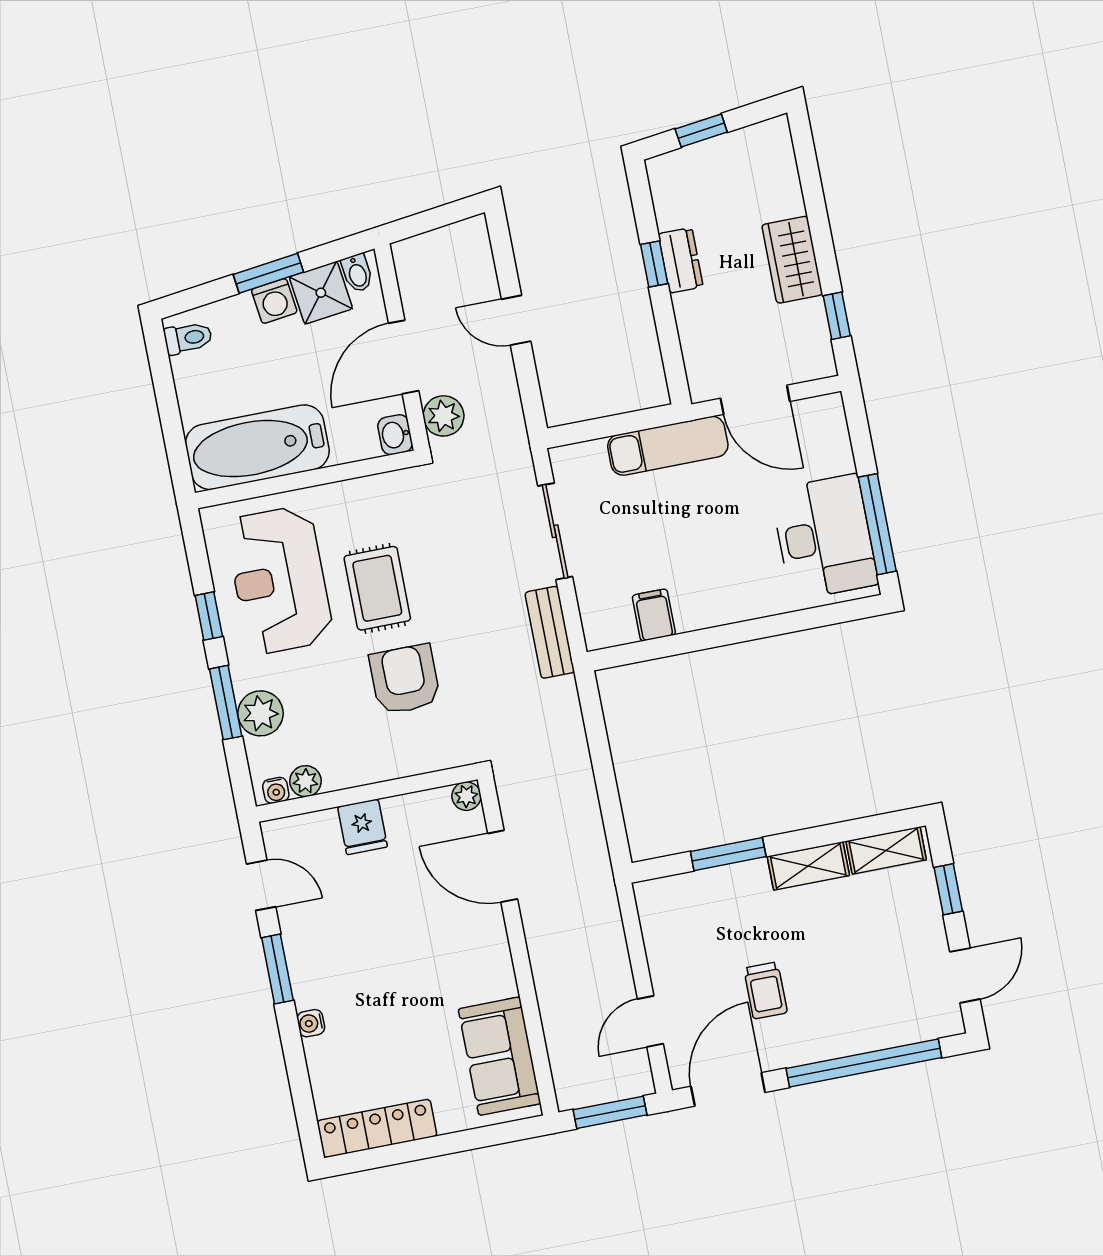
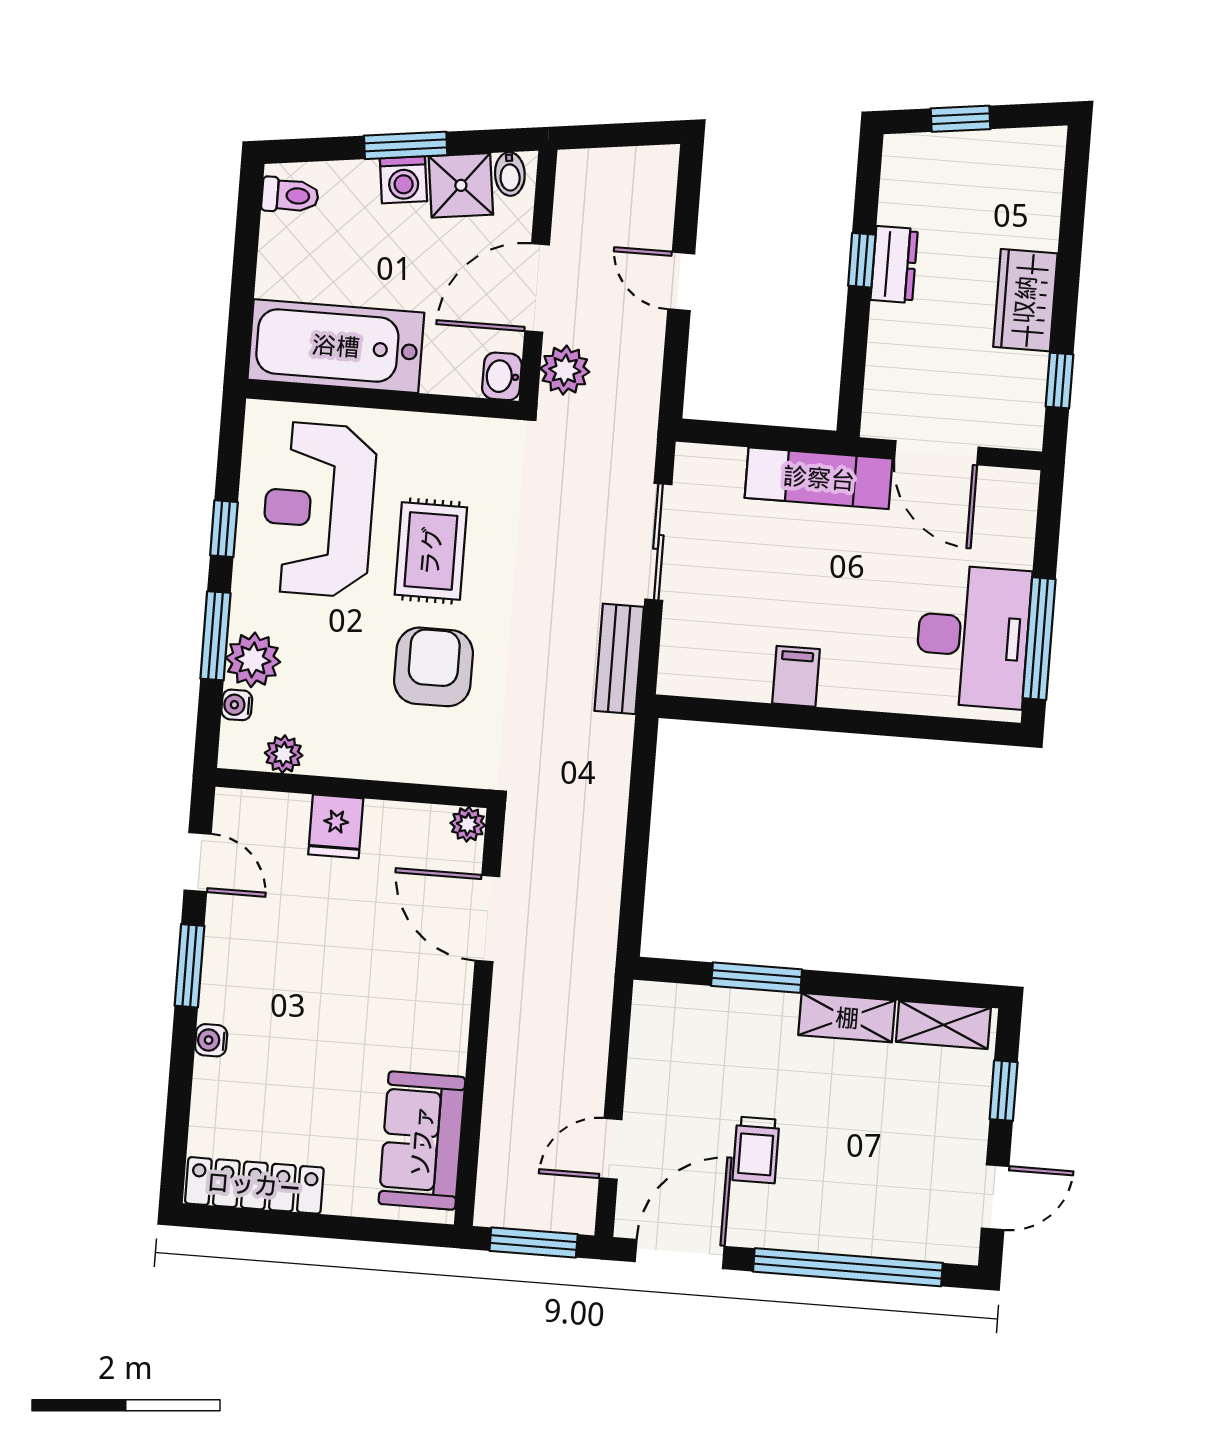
filing cabinet: (654, 615) -> (796, 676), moved
water cooler: (276, 790) -> (237, 705), moved, turned 90

